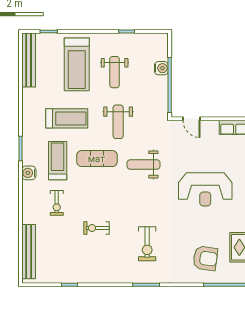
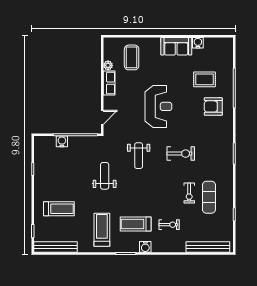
treadmill: (77, 64) -> (59, 209), width x0.73, depth x0.73
weight bench: (115, 72) -> (65, 179), removed
treadmill: (67, 118) -> (102, 230), moved
weight bench: (118, 122) -> (105, 176), turned -90
exercise mat: (97, 159) -> (209, 197), moved
exercise bike: (147, 244) -> (181, 154), moved
armchair: (205, 258) -> (213, 106), turned -98

